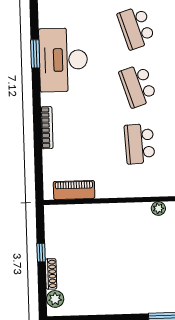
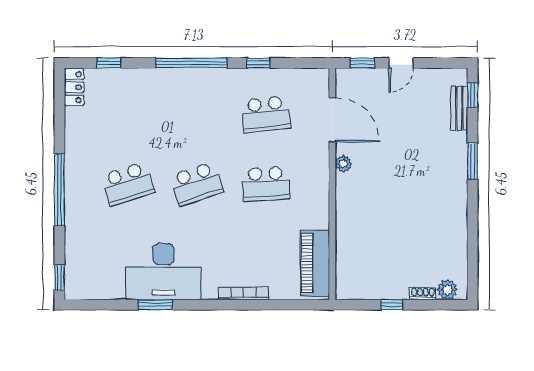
piano: (74, 190) -> (315, 263), width x1.37, depth x1.33
shoe rack: (51, 274) -> (423, 294), width x0.70

